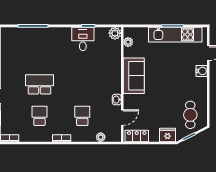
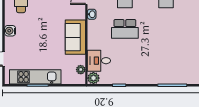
desk: (83, 39) -> (99, 61), moved, turned 90
water cooler: (202, 71) -> (10, 31), moved
school desk: (39, 84) -> (125, 29), moved

